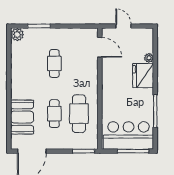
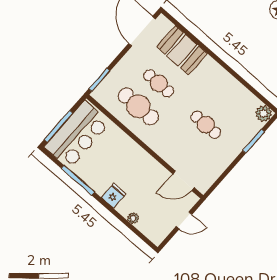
fridge: (143, 76) -> (114, 196), width x0.53, depth x0.75

